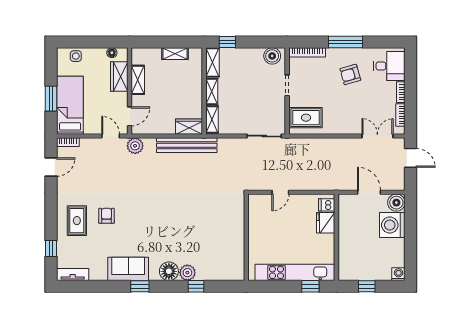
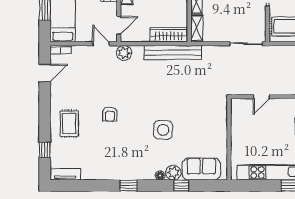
wardrobe: (189, 127) -> (169, 35), width x1.50
armchair: (106, 216) -> (110, 114), moved, turned 180
side table: (176, 227) -> (163, 130), added
sofa: (128, 269) -> (201, 169), moved
floor lamp: (169, 271) -> (160, 175), width x0.53, depth x0.53

